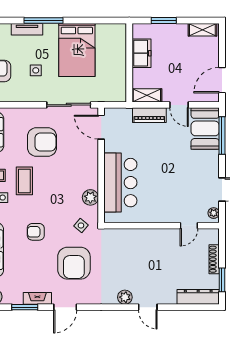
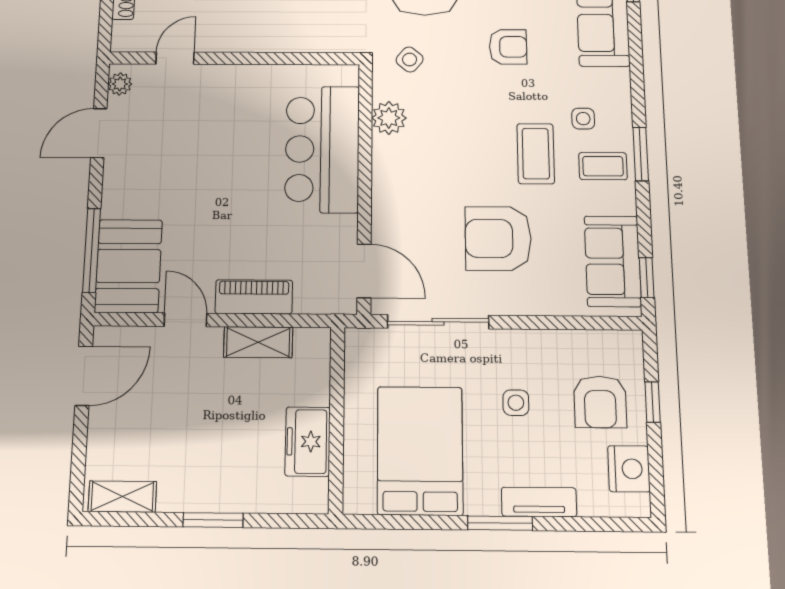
window: (43, 21) -> (500, 523), width x0.69
freezer: (141, 53) -> (308, 441), moved
wall: (129, 63) -> (337, 419), moved

